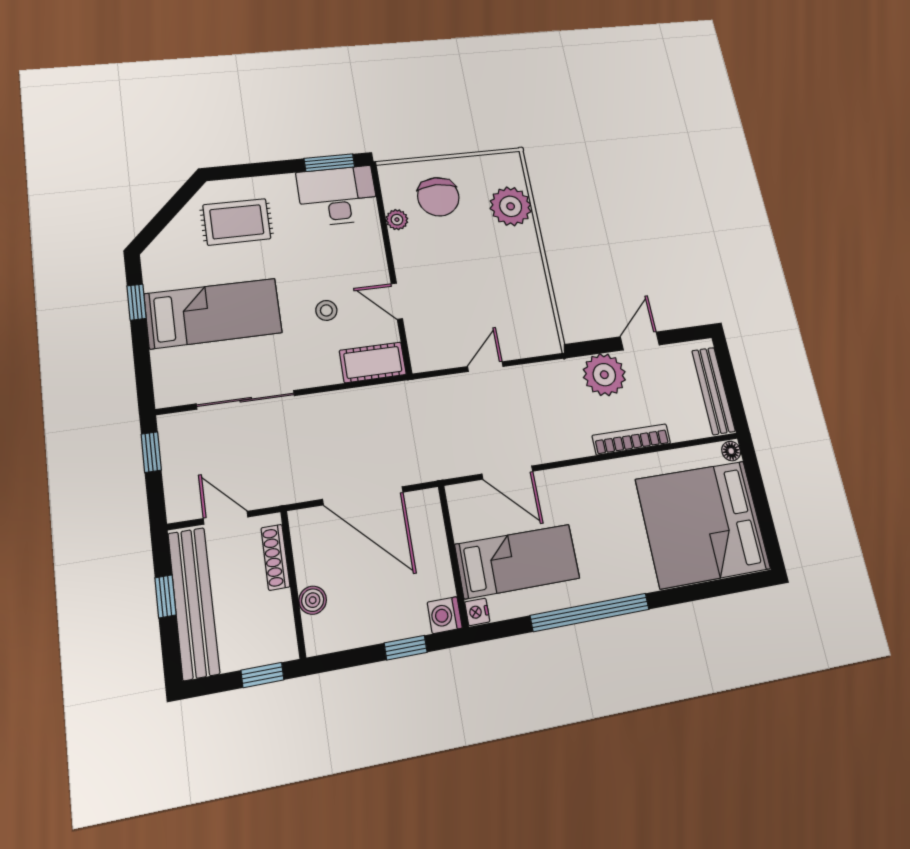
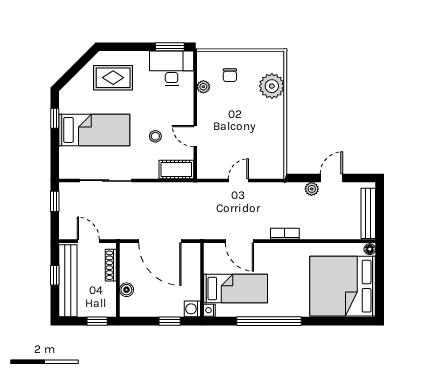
chair: (438, 197) -> (230, 75), width x0.54, depth x0.54
plant: (604, 375) -> (312, 189), width x0.53, depth x0.53
bookcase: (631, 439) -> (285, 234), moved, width x0.64

